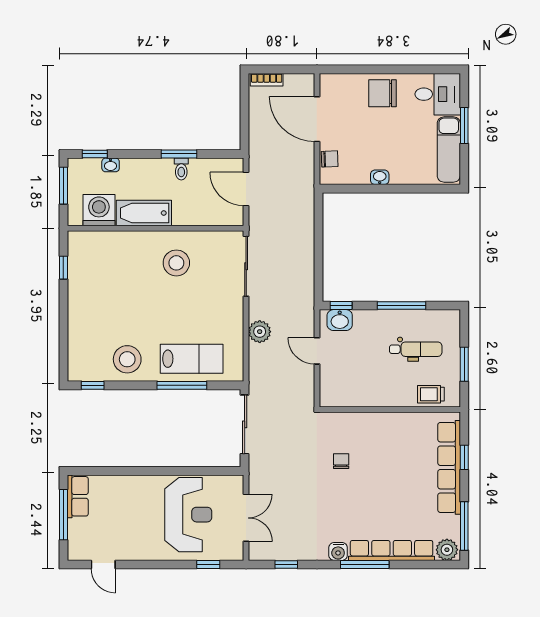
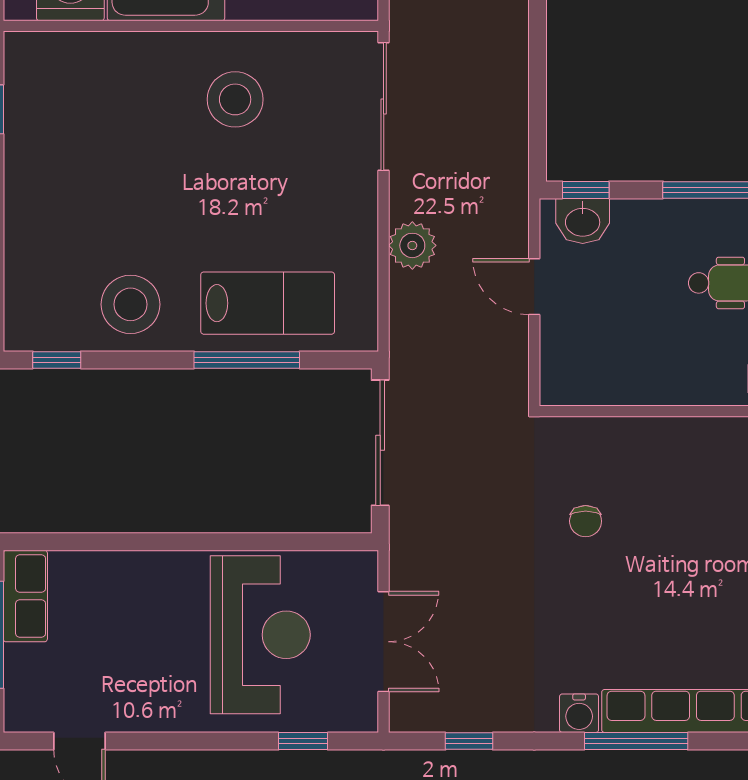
chair: (341, 461) -> (586, 521), turned 180

